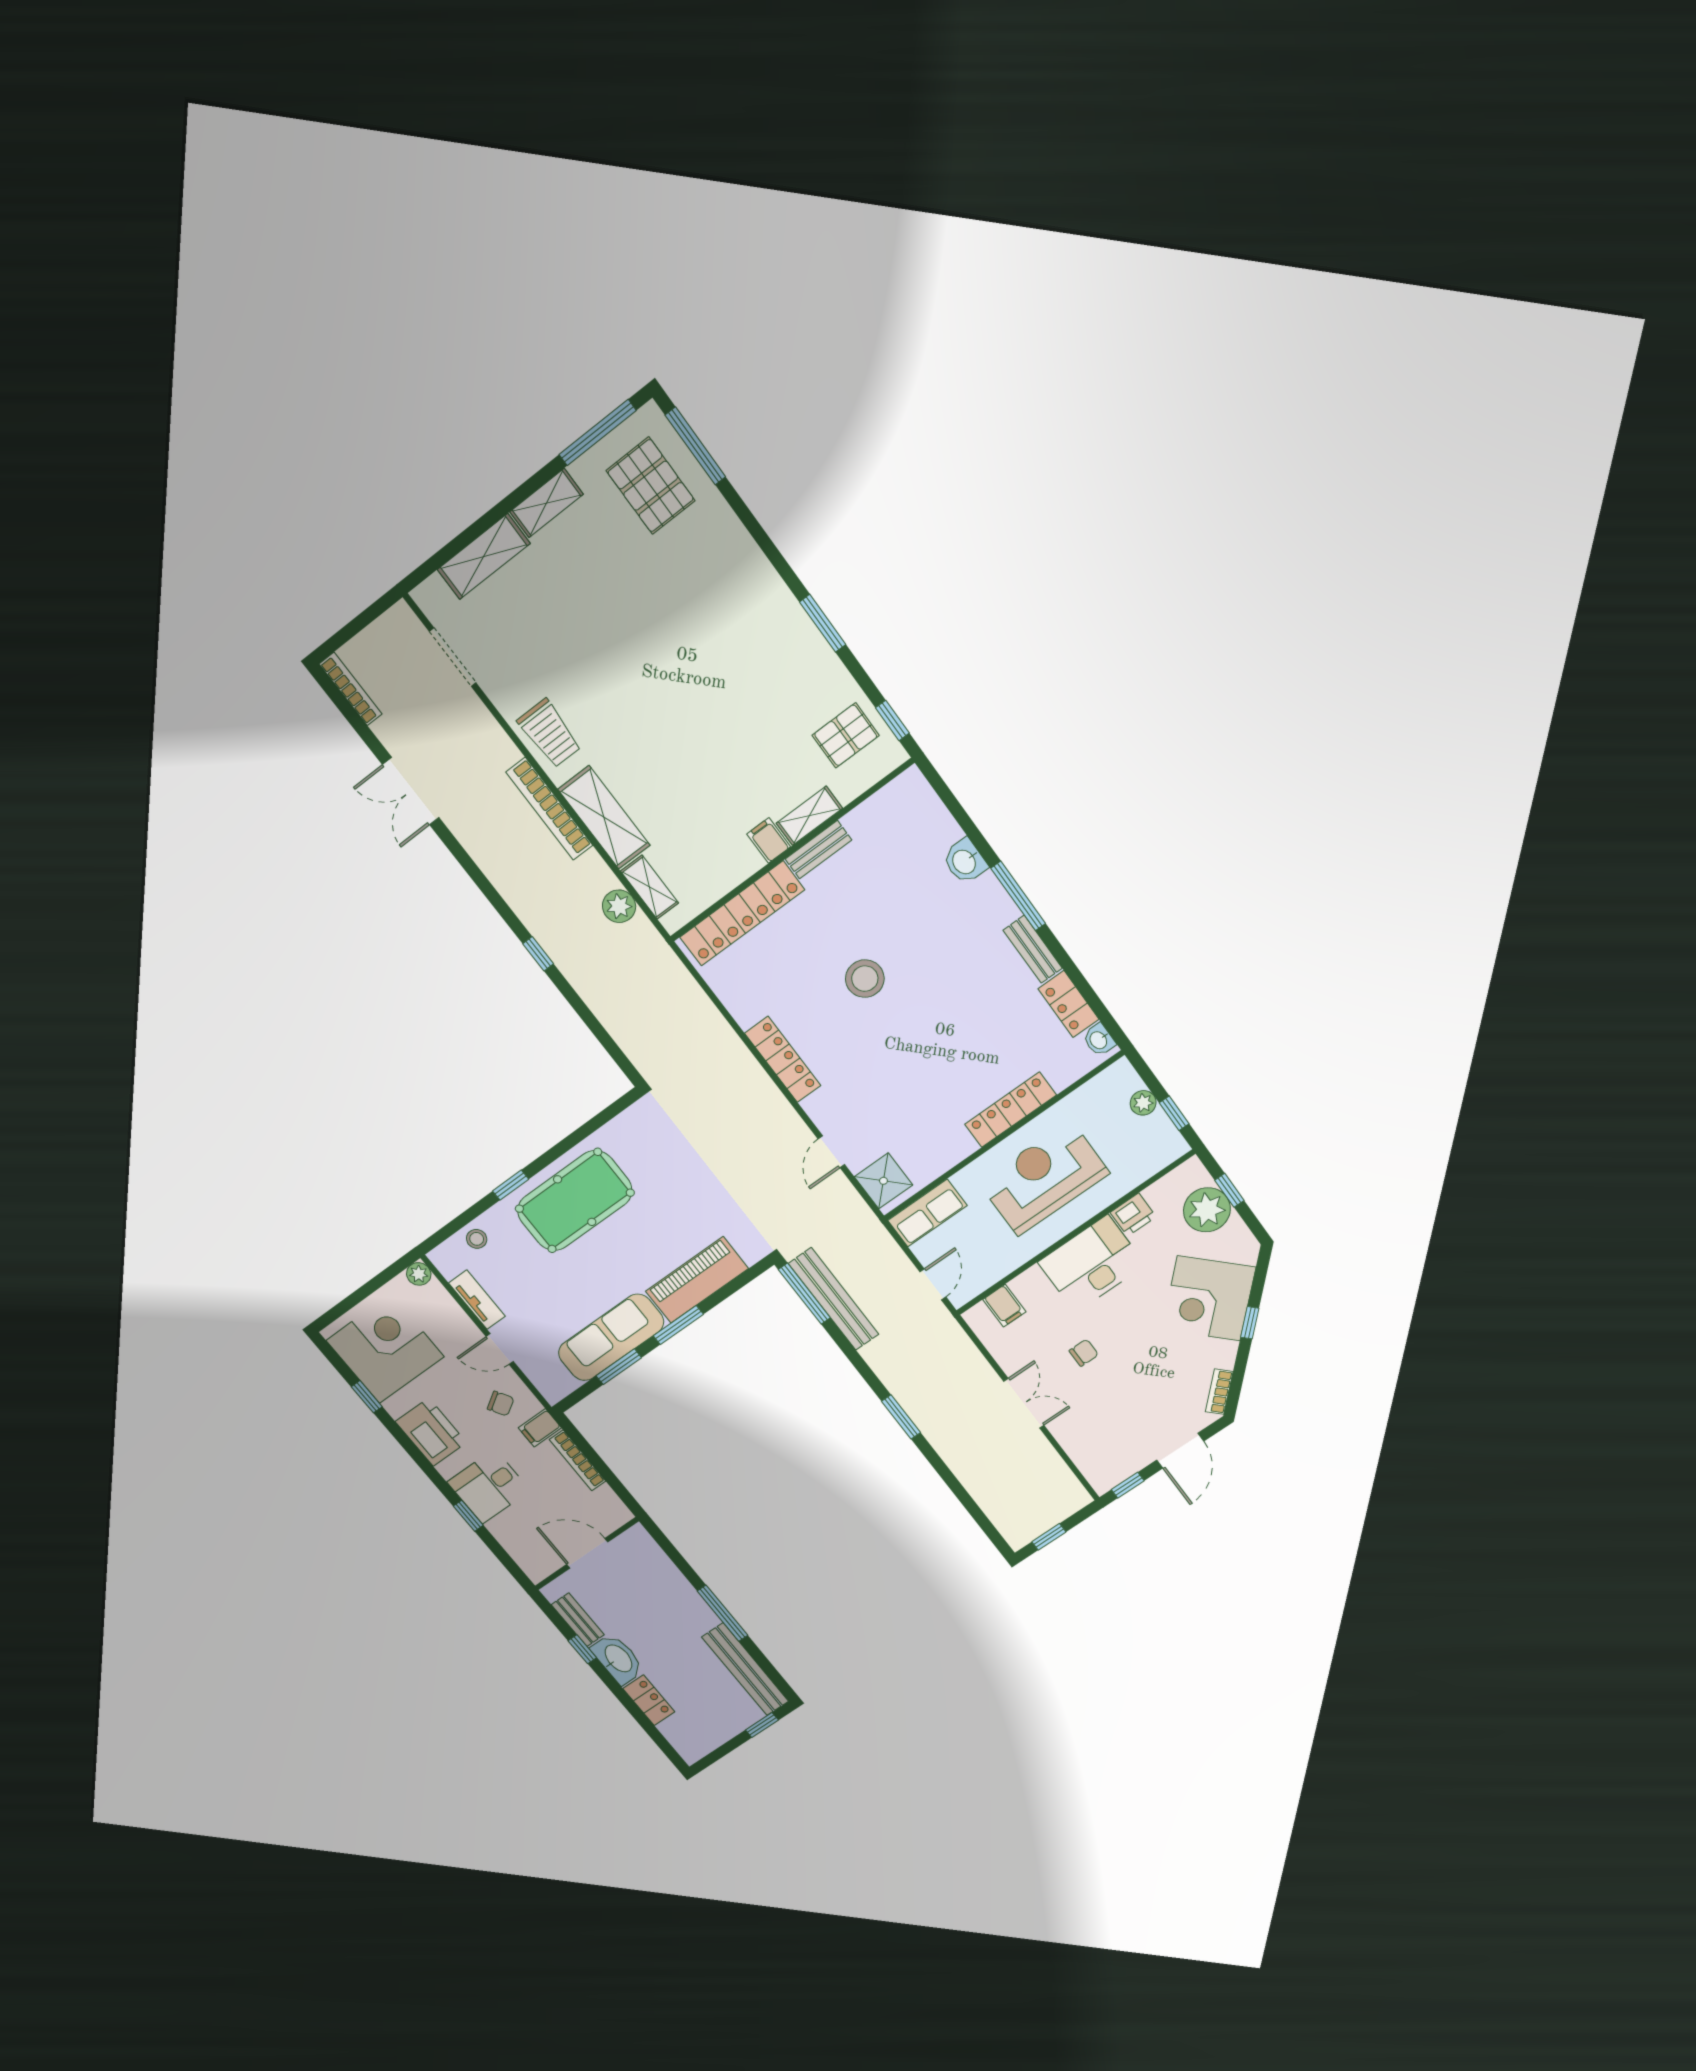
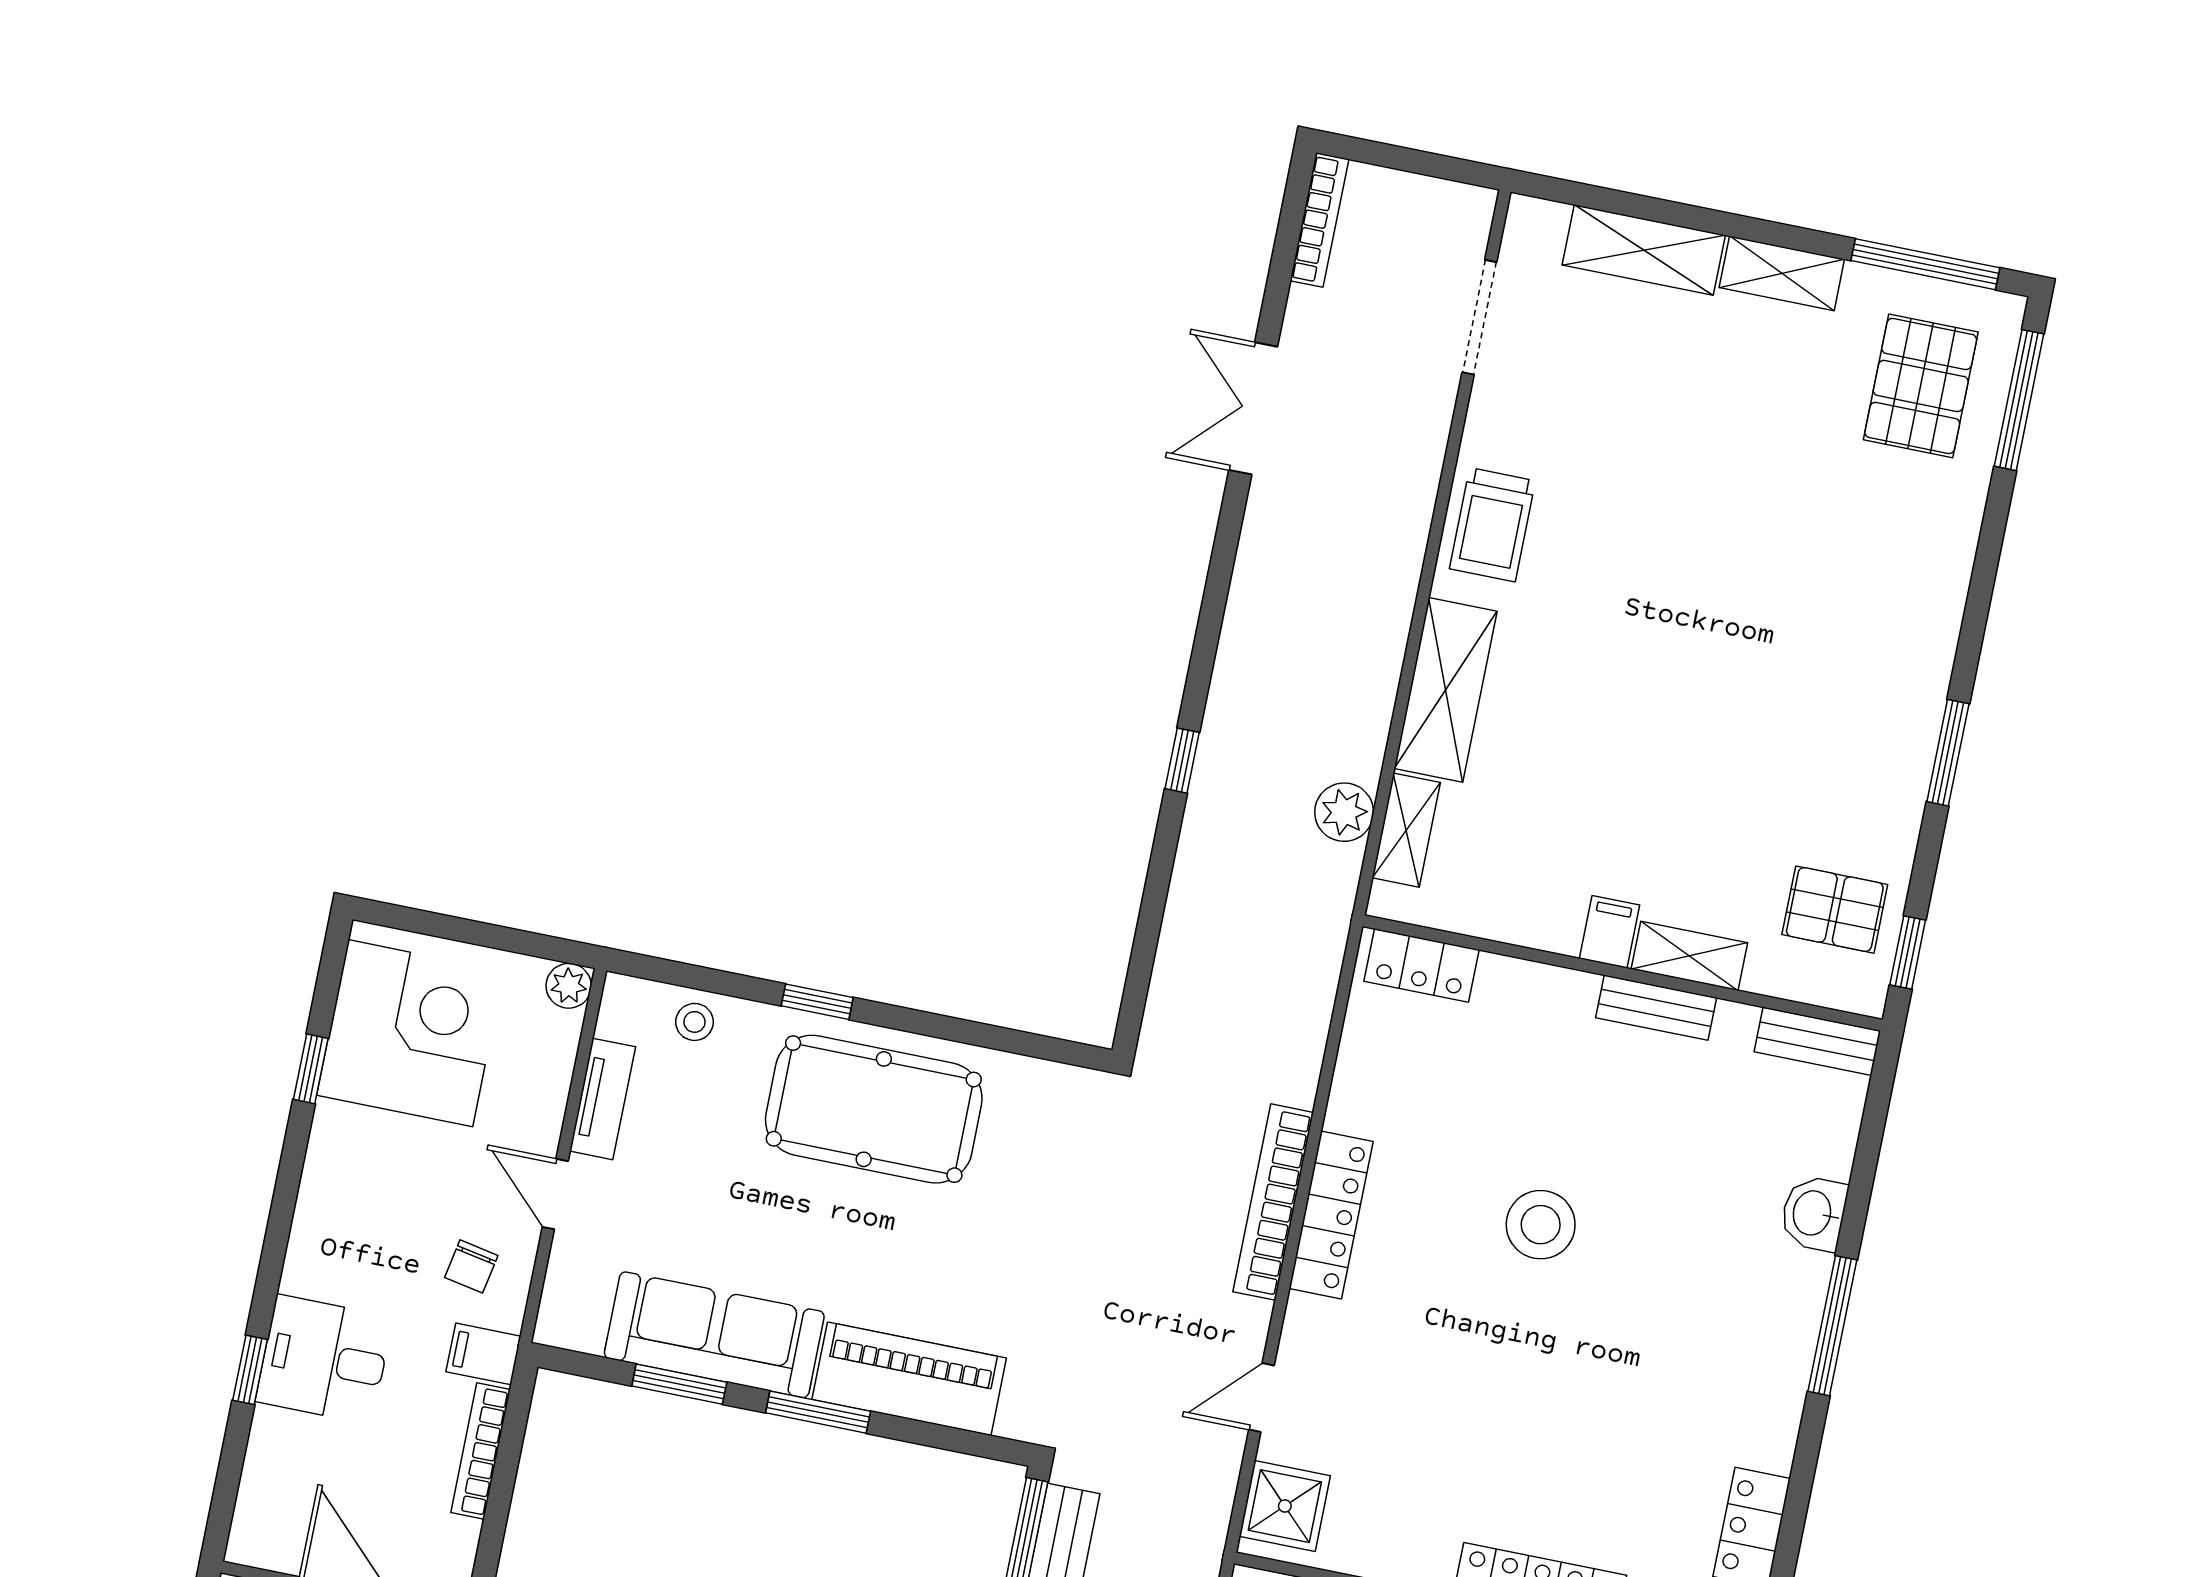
bookcase: (549, 809) -> (1273, 1202), moved
locker: (742, 914) -> (1422, 966), width x0.46, depth x0.83
bench: (1033, 949) -> (1817, 1041), moved, turned 90
chair: (501, 1404) -> (471, 1266), turned 43
printer: (431, 1432) -> (337, 1205), removed

